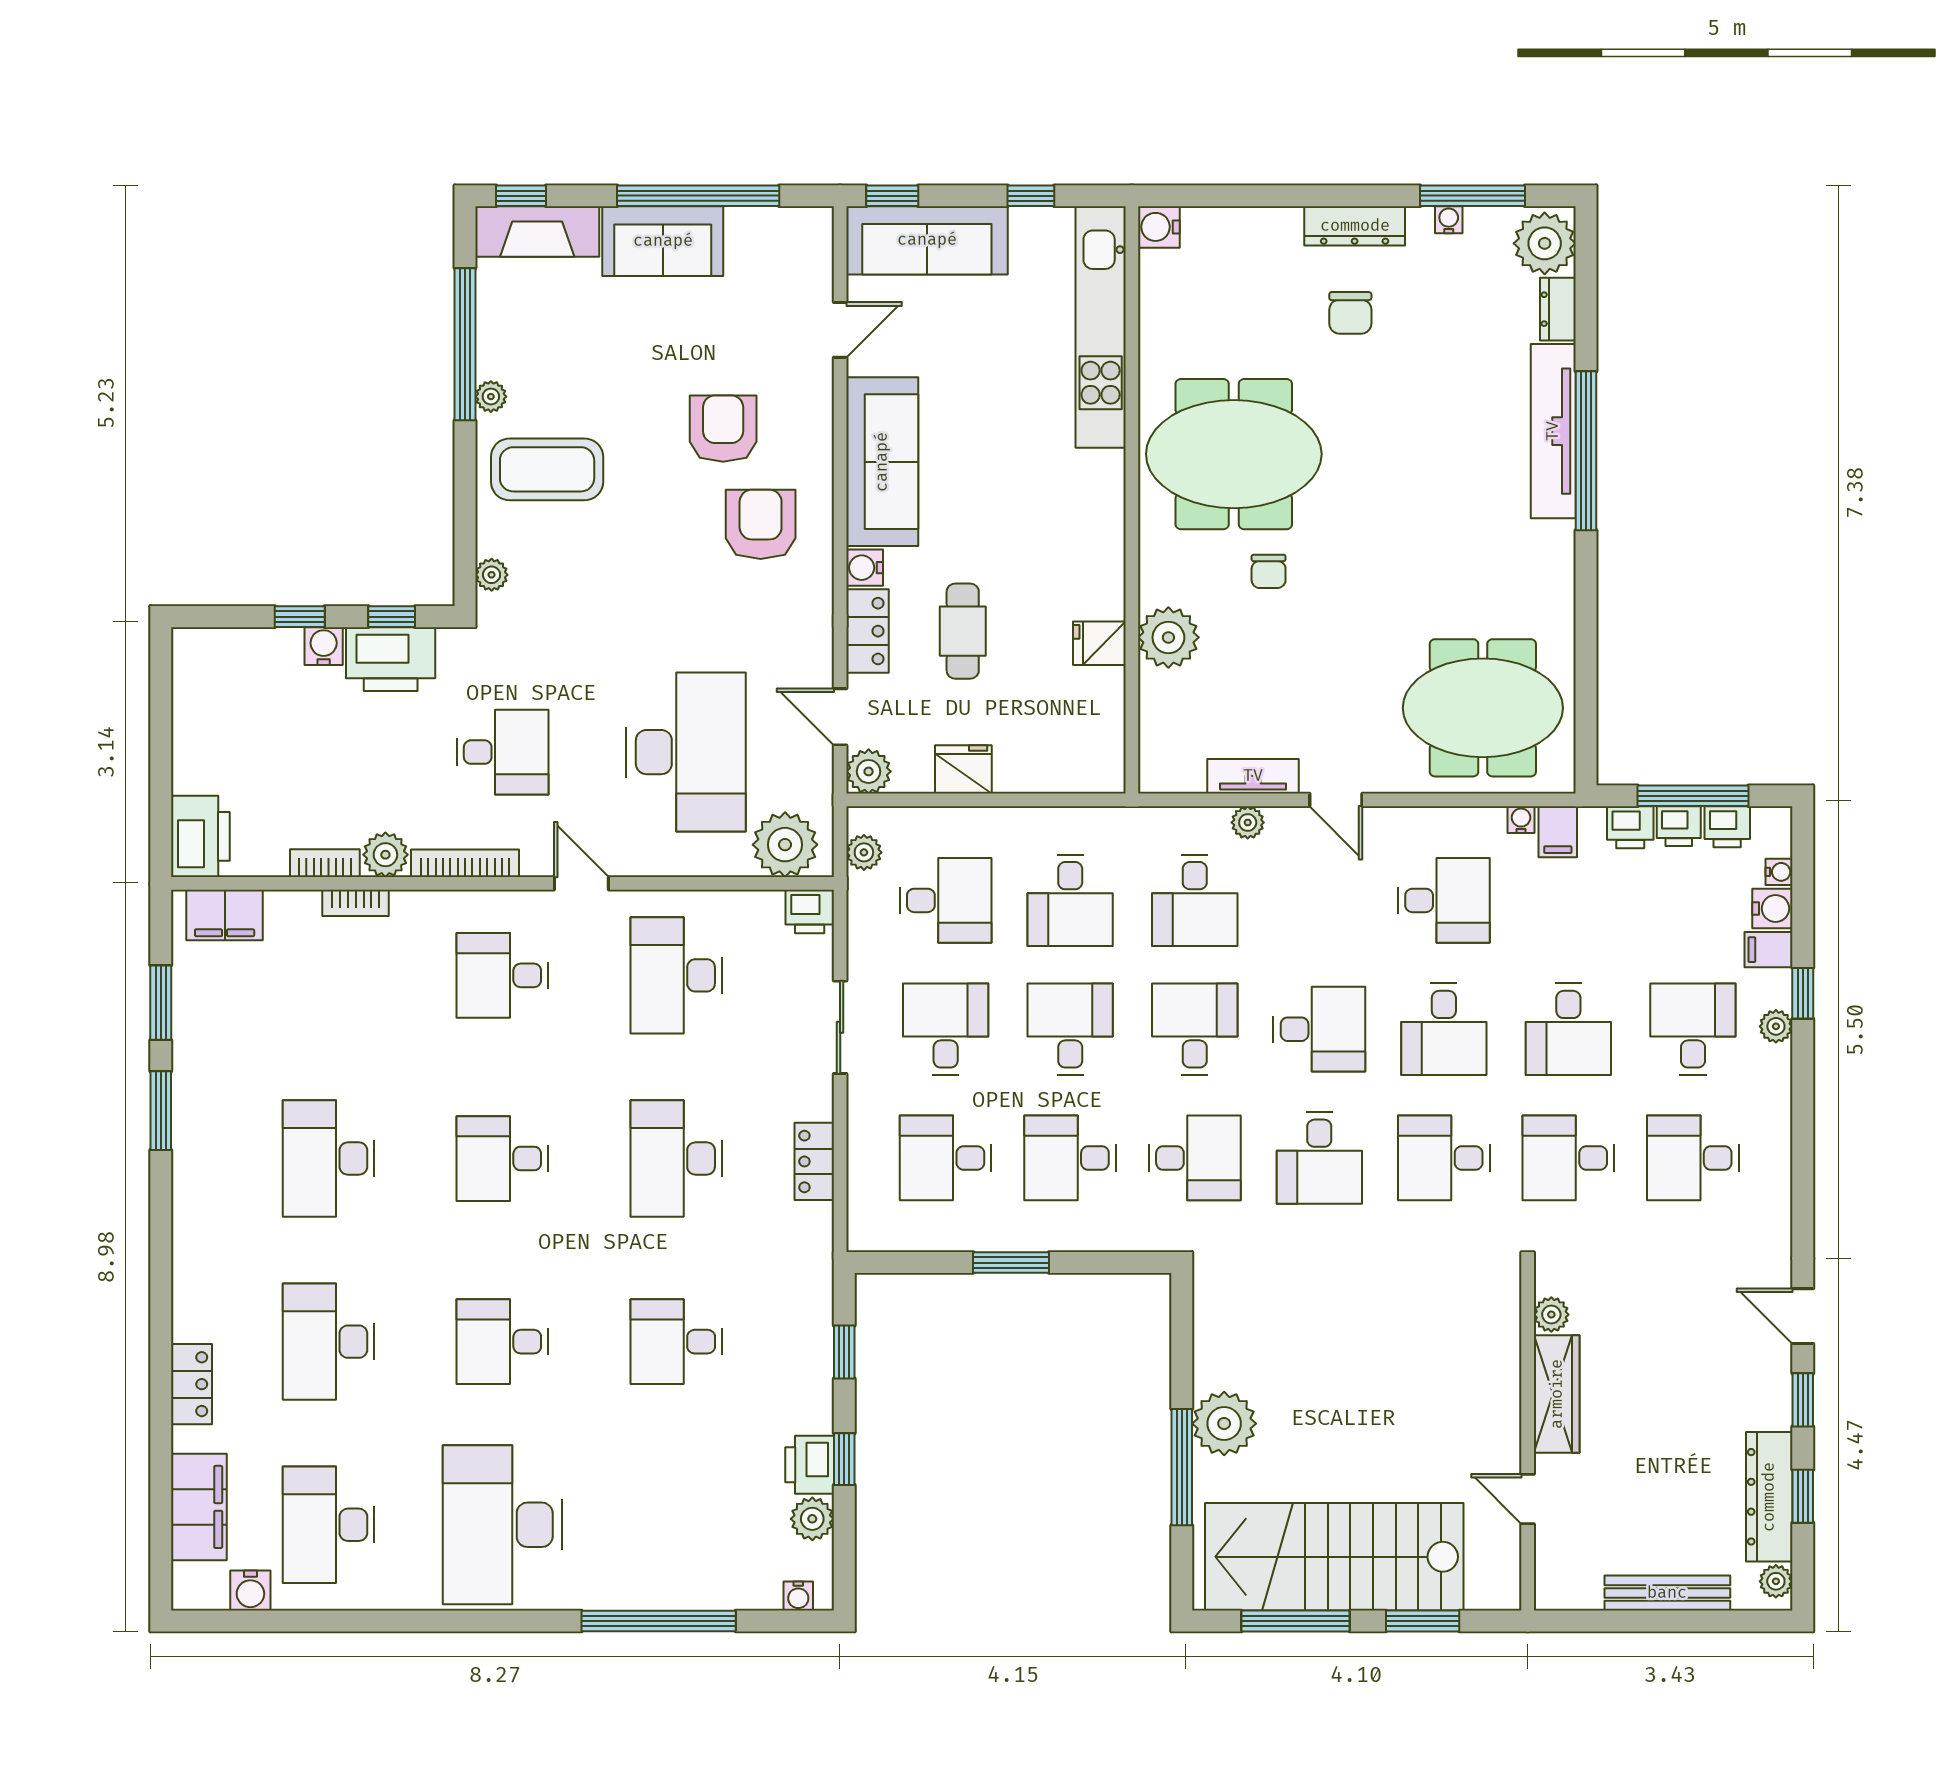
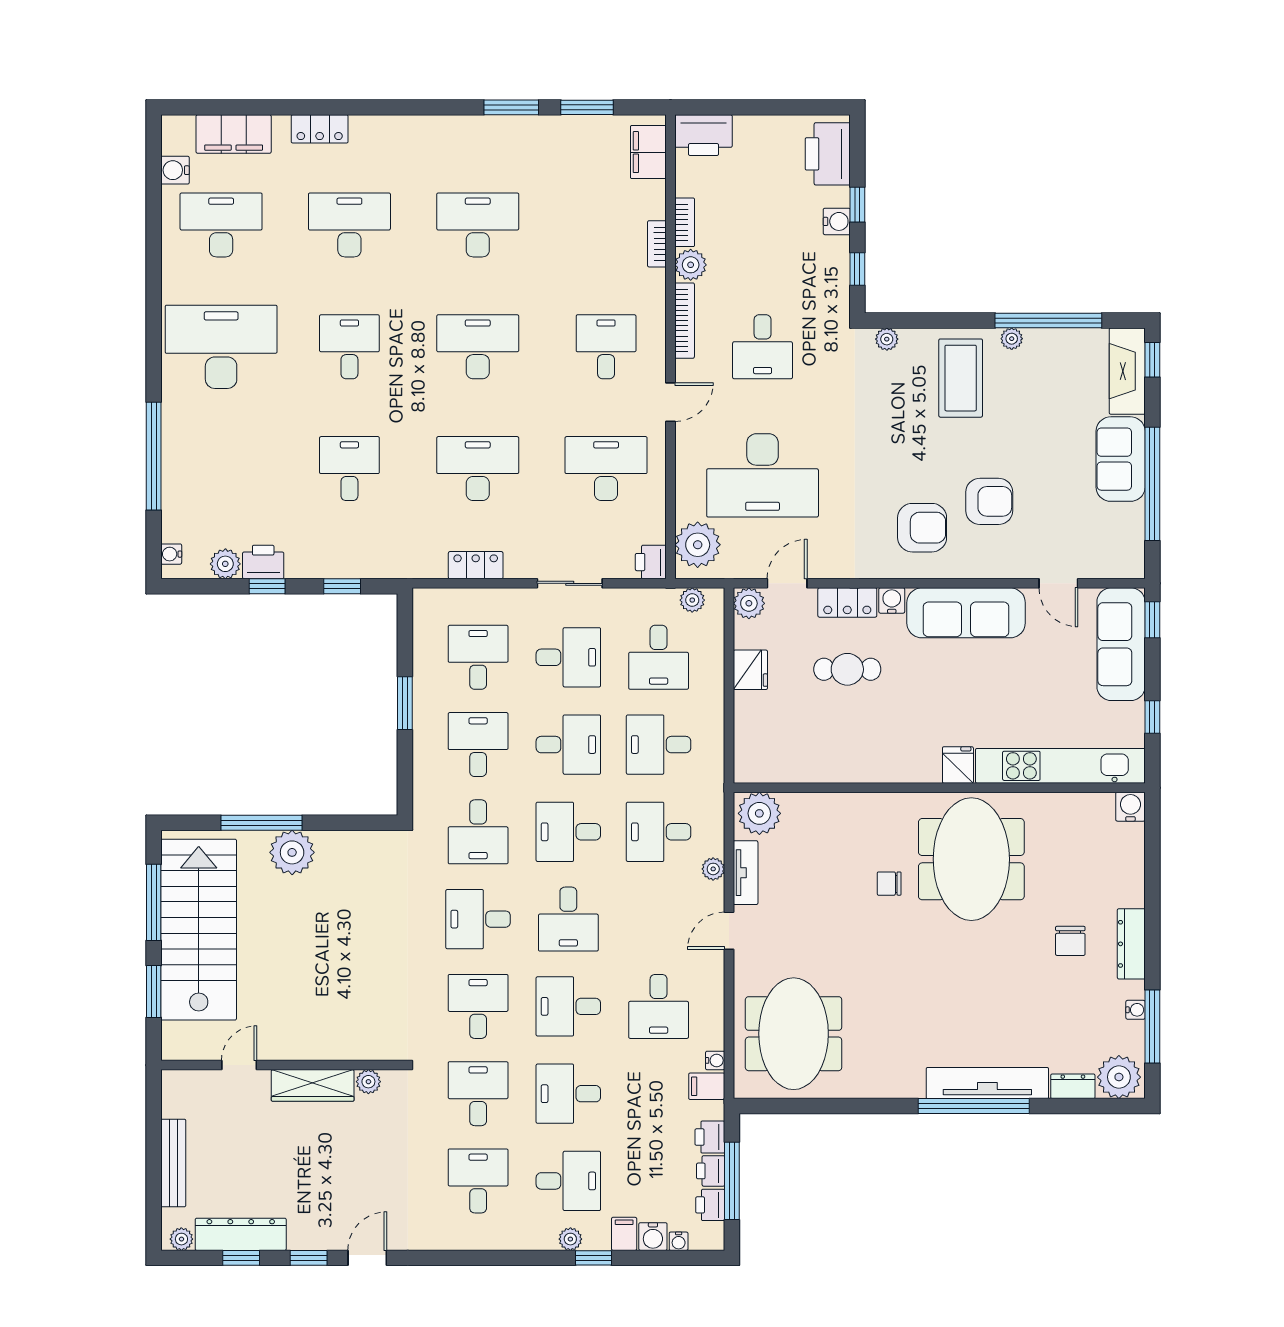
chair: (1350, 313) -> (1070, 941), turned -90
plant: (1168, 637) -> (759, 813), moved
fridge: (1099, 643) -> (958, 765), moved
printer: (391, 659) -> (828, 154), moved
desk: (1195, 1029) -> (568, 832), turned 180
desk: (502, 1159) -> (478, 347), width x1.37

